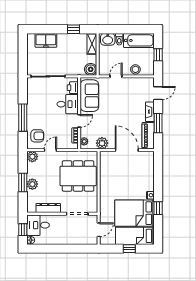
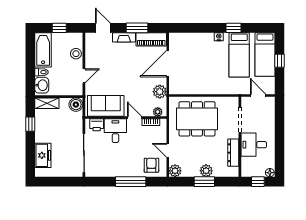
door: (116, 76) -> (84, 76), swing flipped
dining table: (78, 176) -> (197, 119), turned 90
bed: (134, 213) -> (239, 55), width x0.67
desk: (38, 225) -> (254, 145), moved, turned 90

